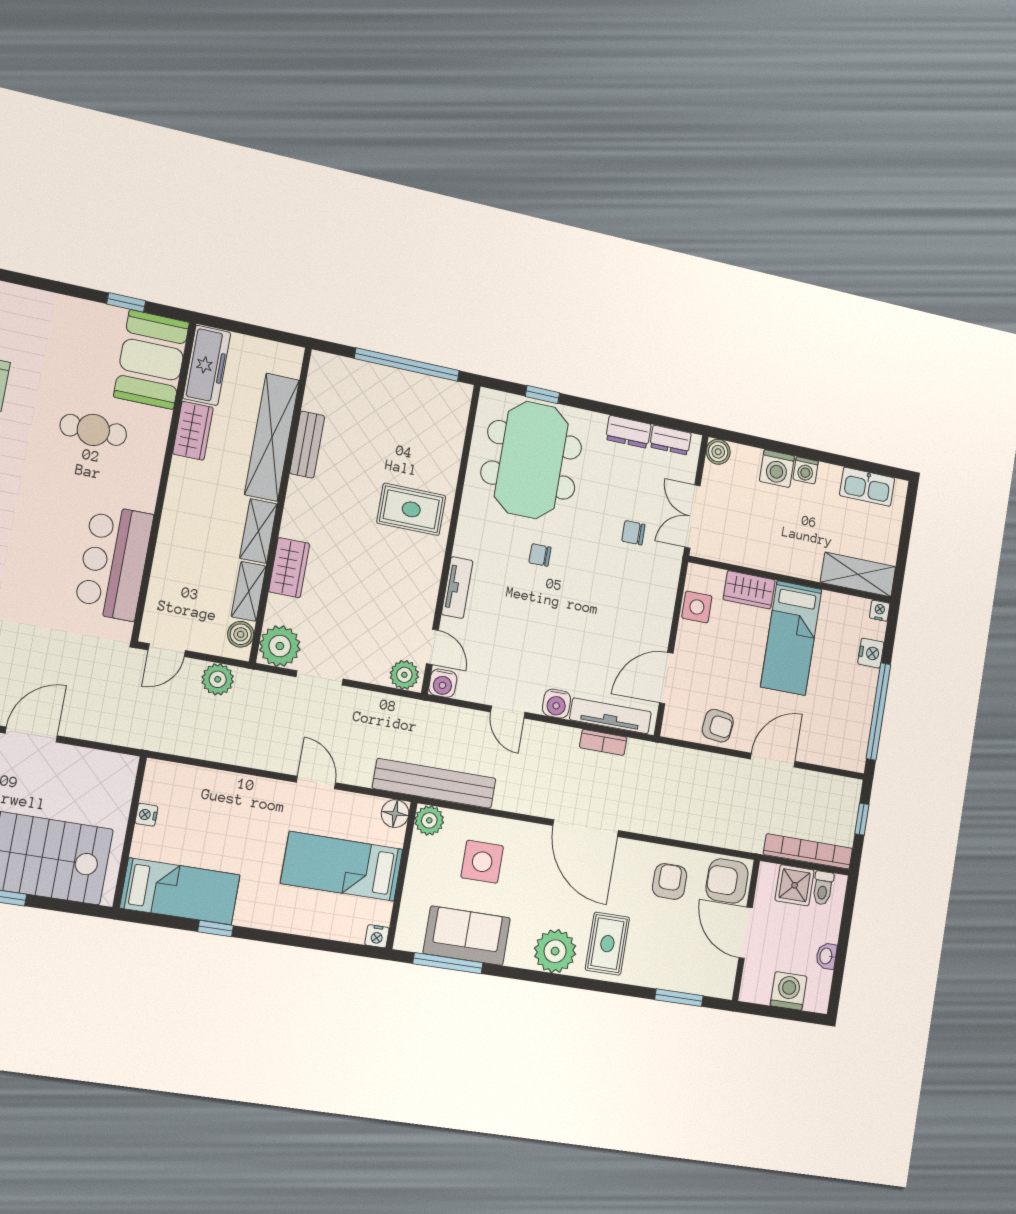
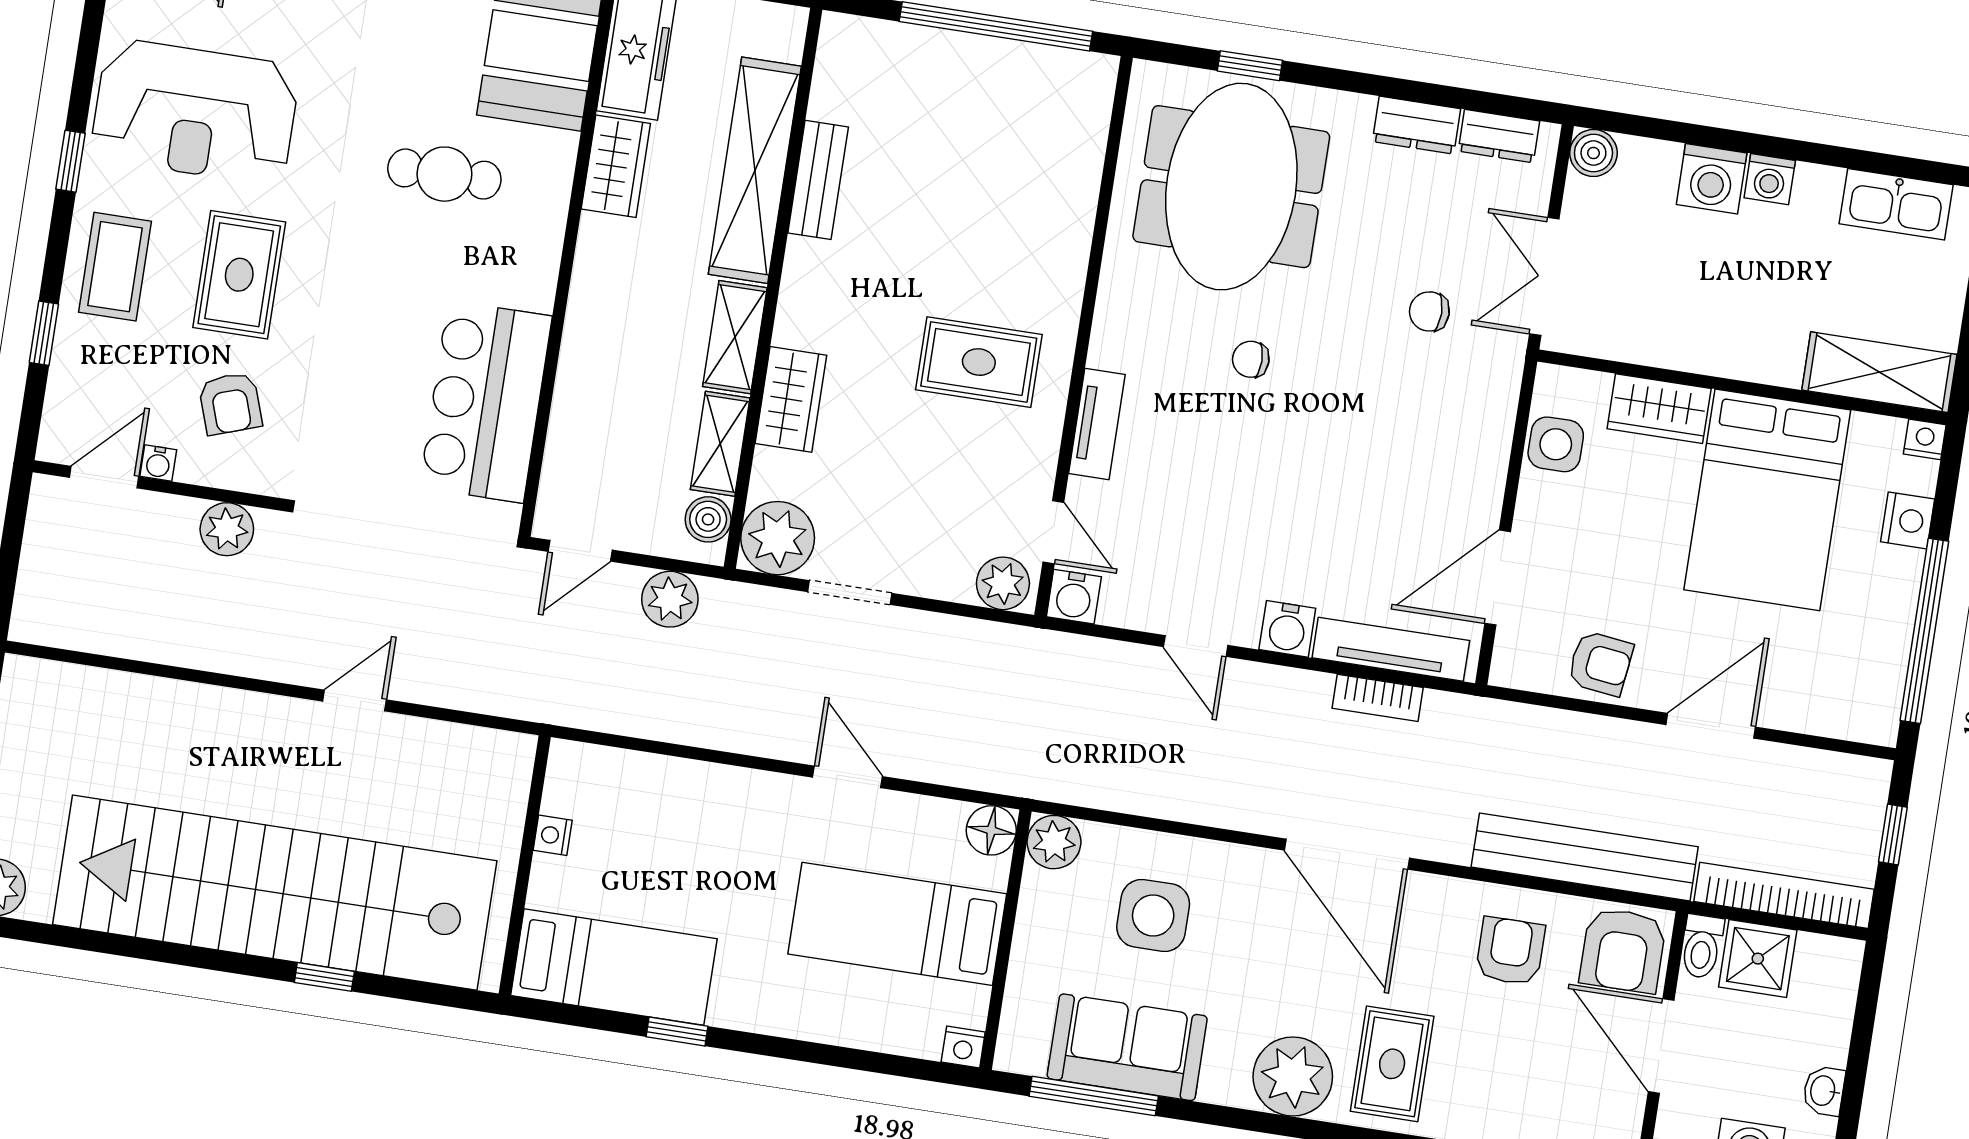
rug: (411, 509) -> (979, 362), moved
bed: (791, 638) -> (1767, 500), width x1.50
door: (31, 735) -> (355, 701), width x0.73
bench: (434, 783) -> (1585, 857), moved
armchair: (727, 881) -> (1623, 950), turned -90
toilet: (823, 888) -> (1702, 946), moved

